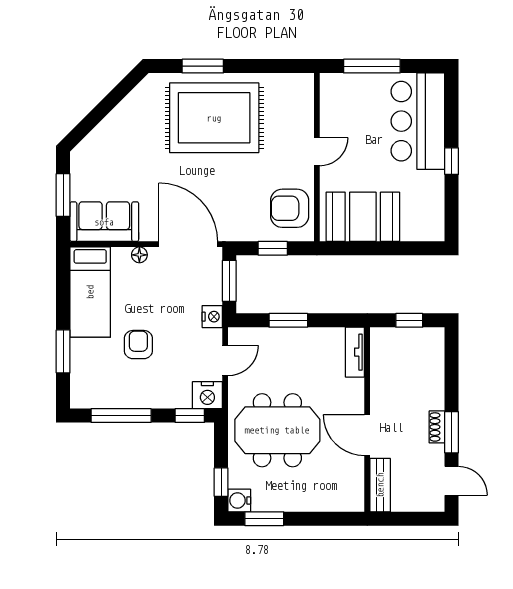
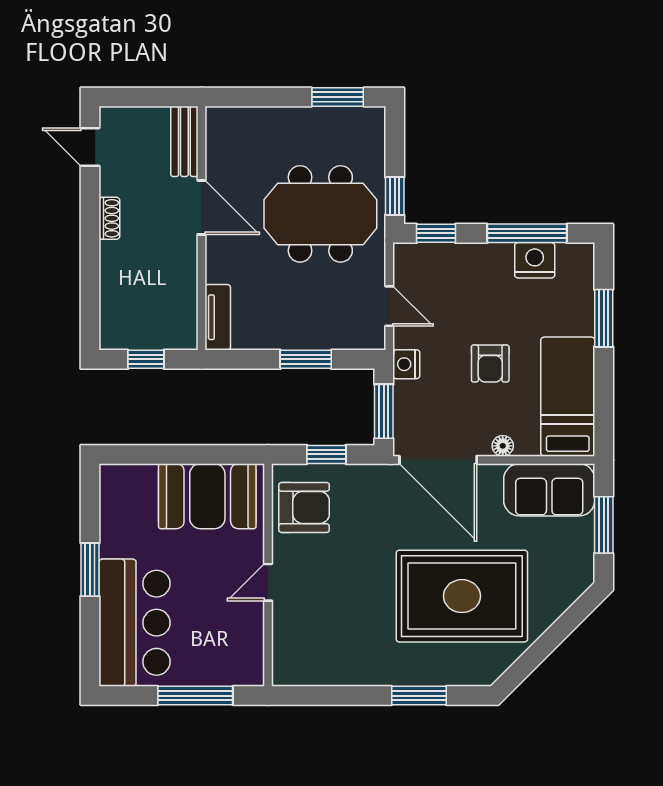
rug: (214, 118) -> (462, 596), moved
window: (452, 161) -> (90, 570), width x1.50
armchair: (138, 345) -> (490, 363), moved
door: (225, 360) -> (389, 306), swing flipped
nightstand: (207, 395) -> (535, 260), moved
window: (452, 432) -> (90, 211), removed
window: (221, 482) -> (395, 196), moved
water cooler: (239, 500) -> (371, 121), removed

